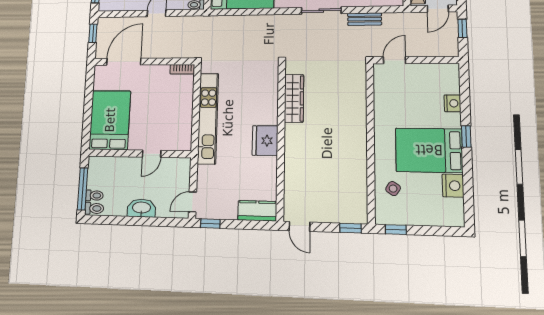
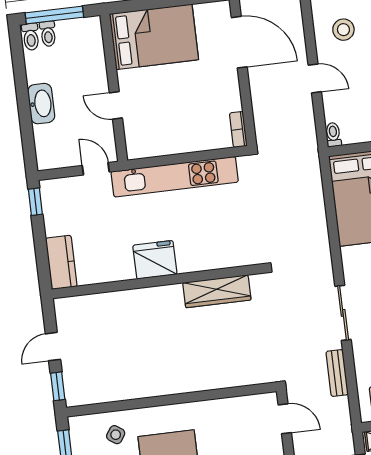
door: (193, 202) -> (96, 169), moved
door: (299, 226) -> (53, 347), moved

